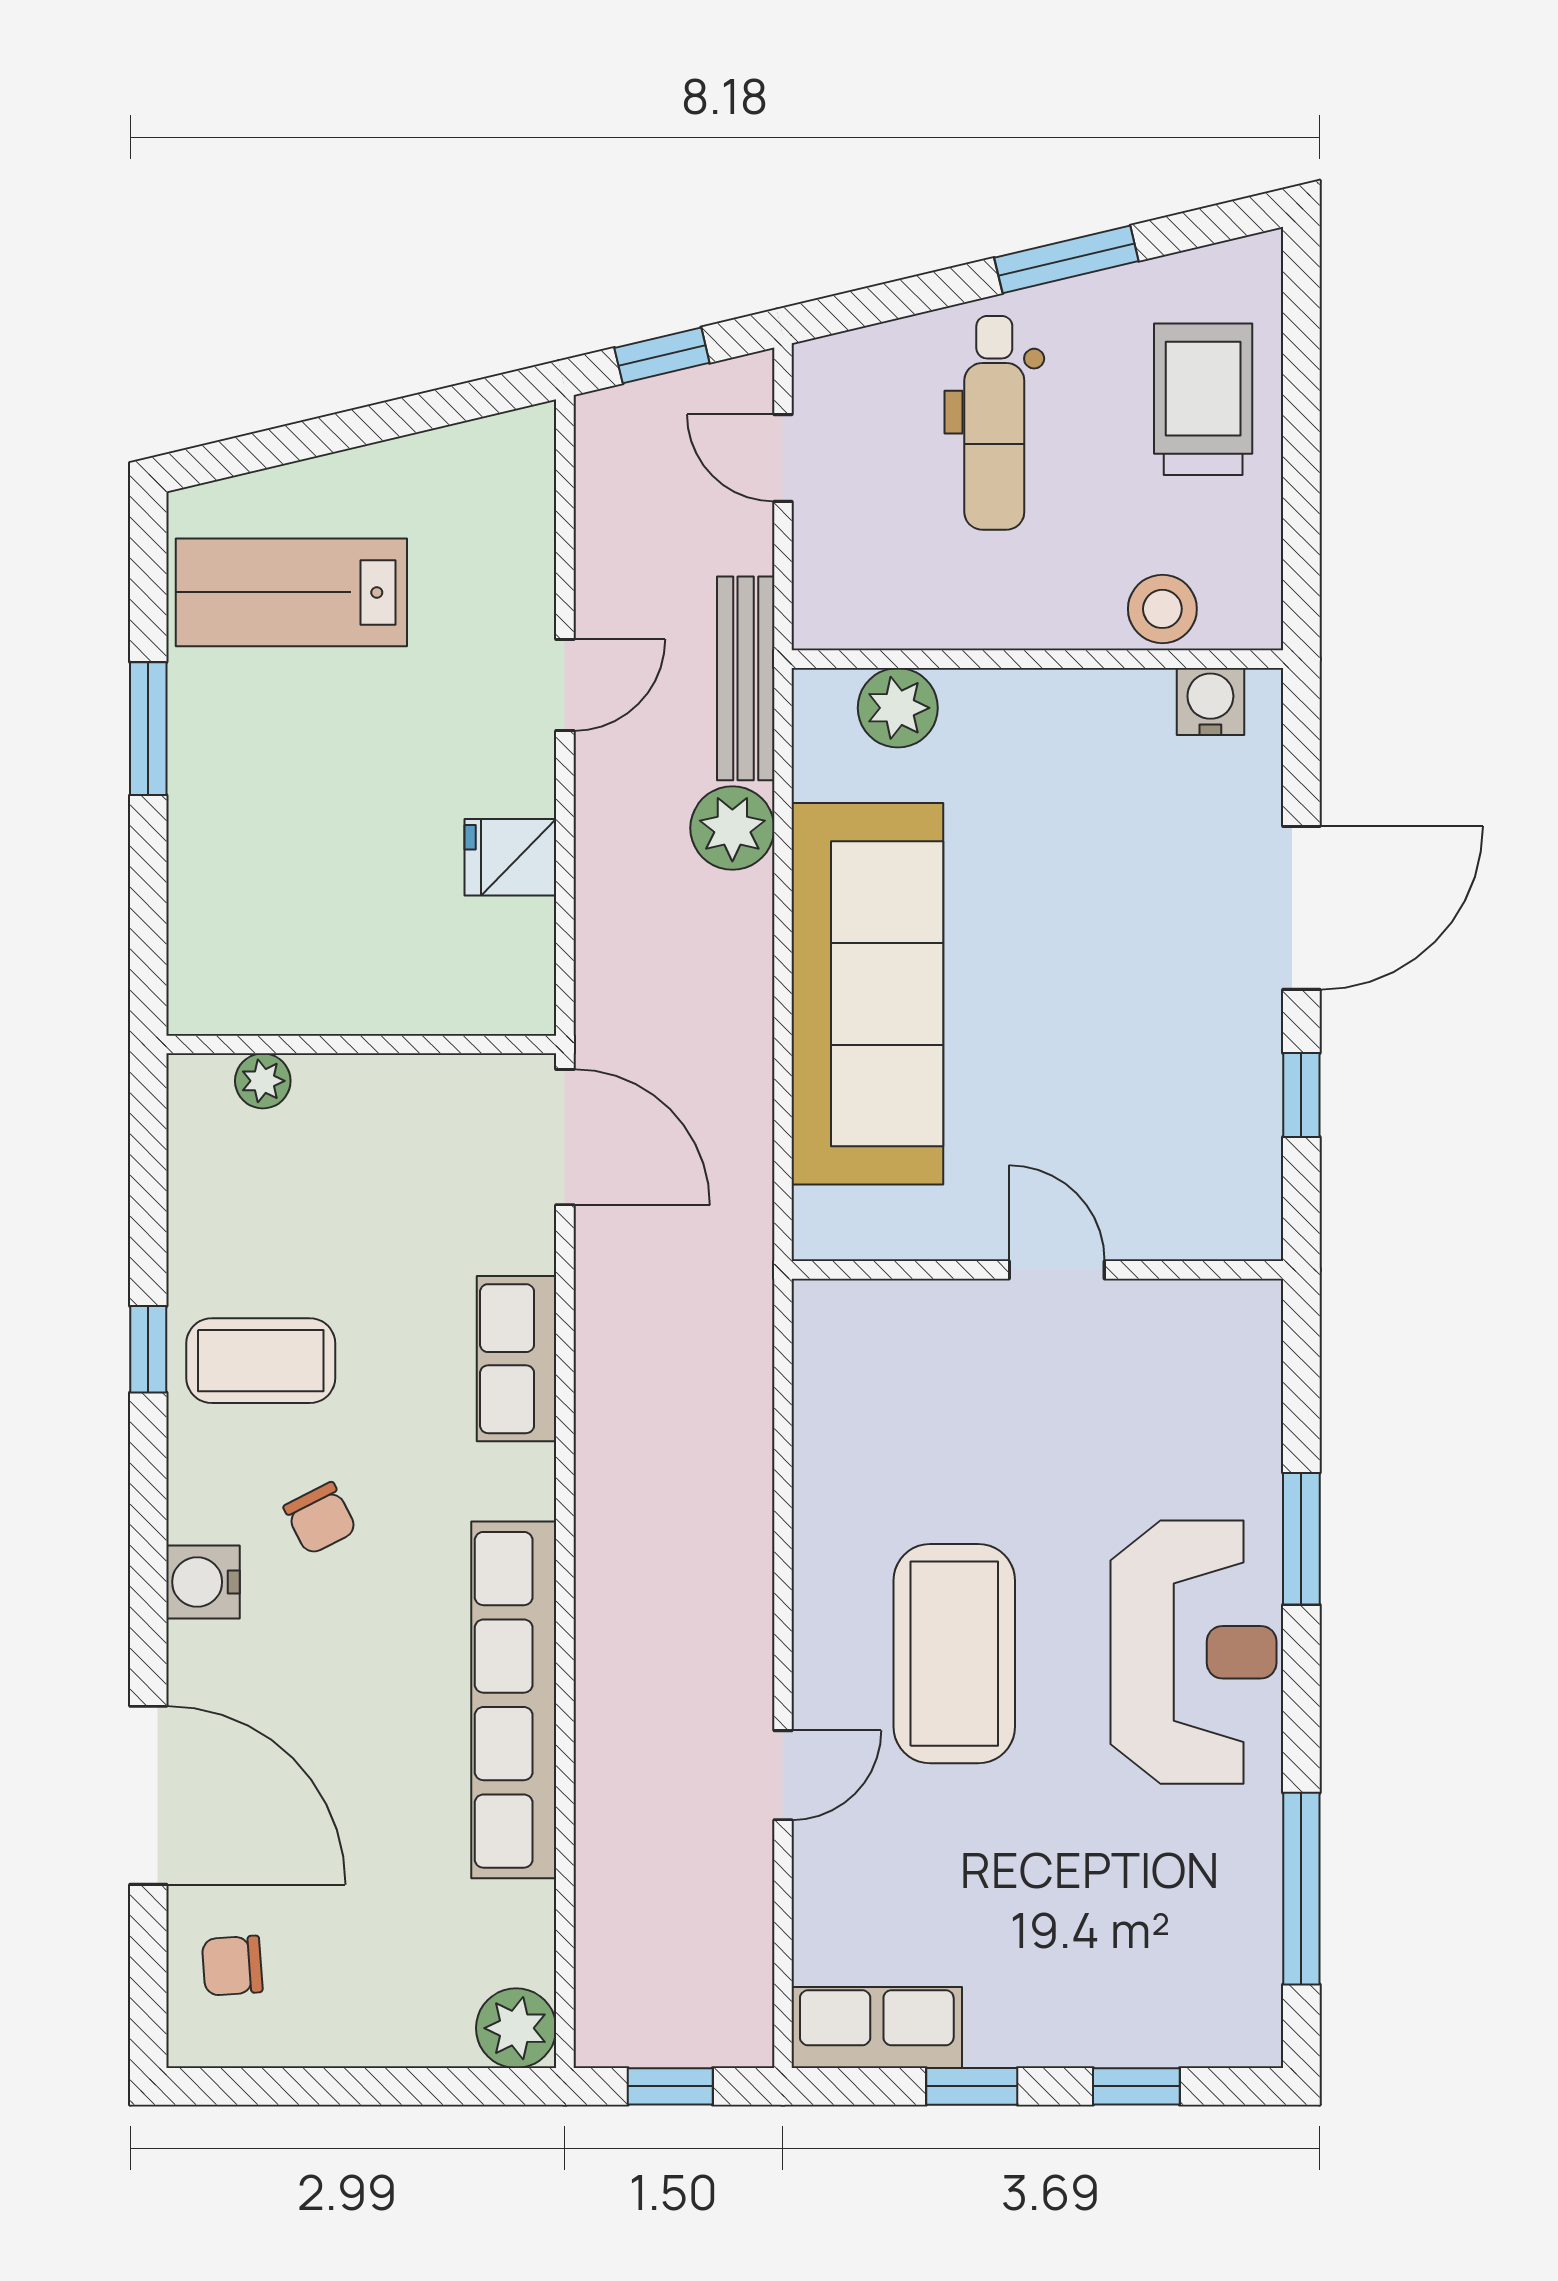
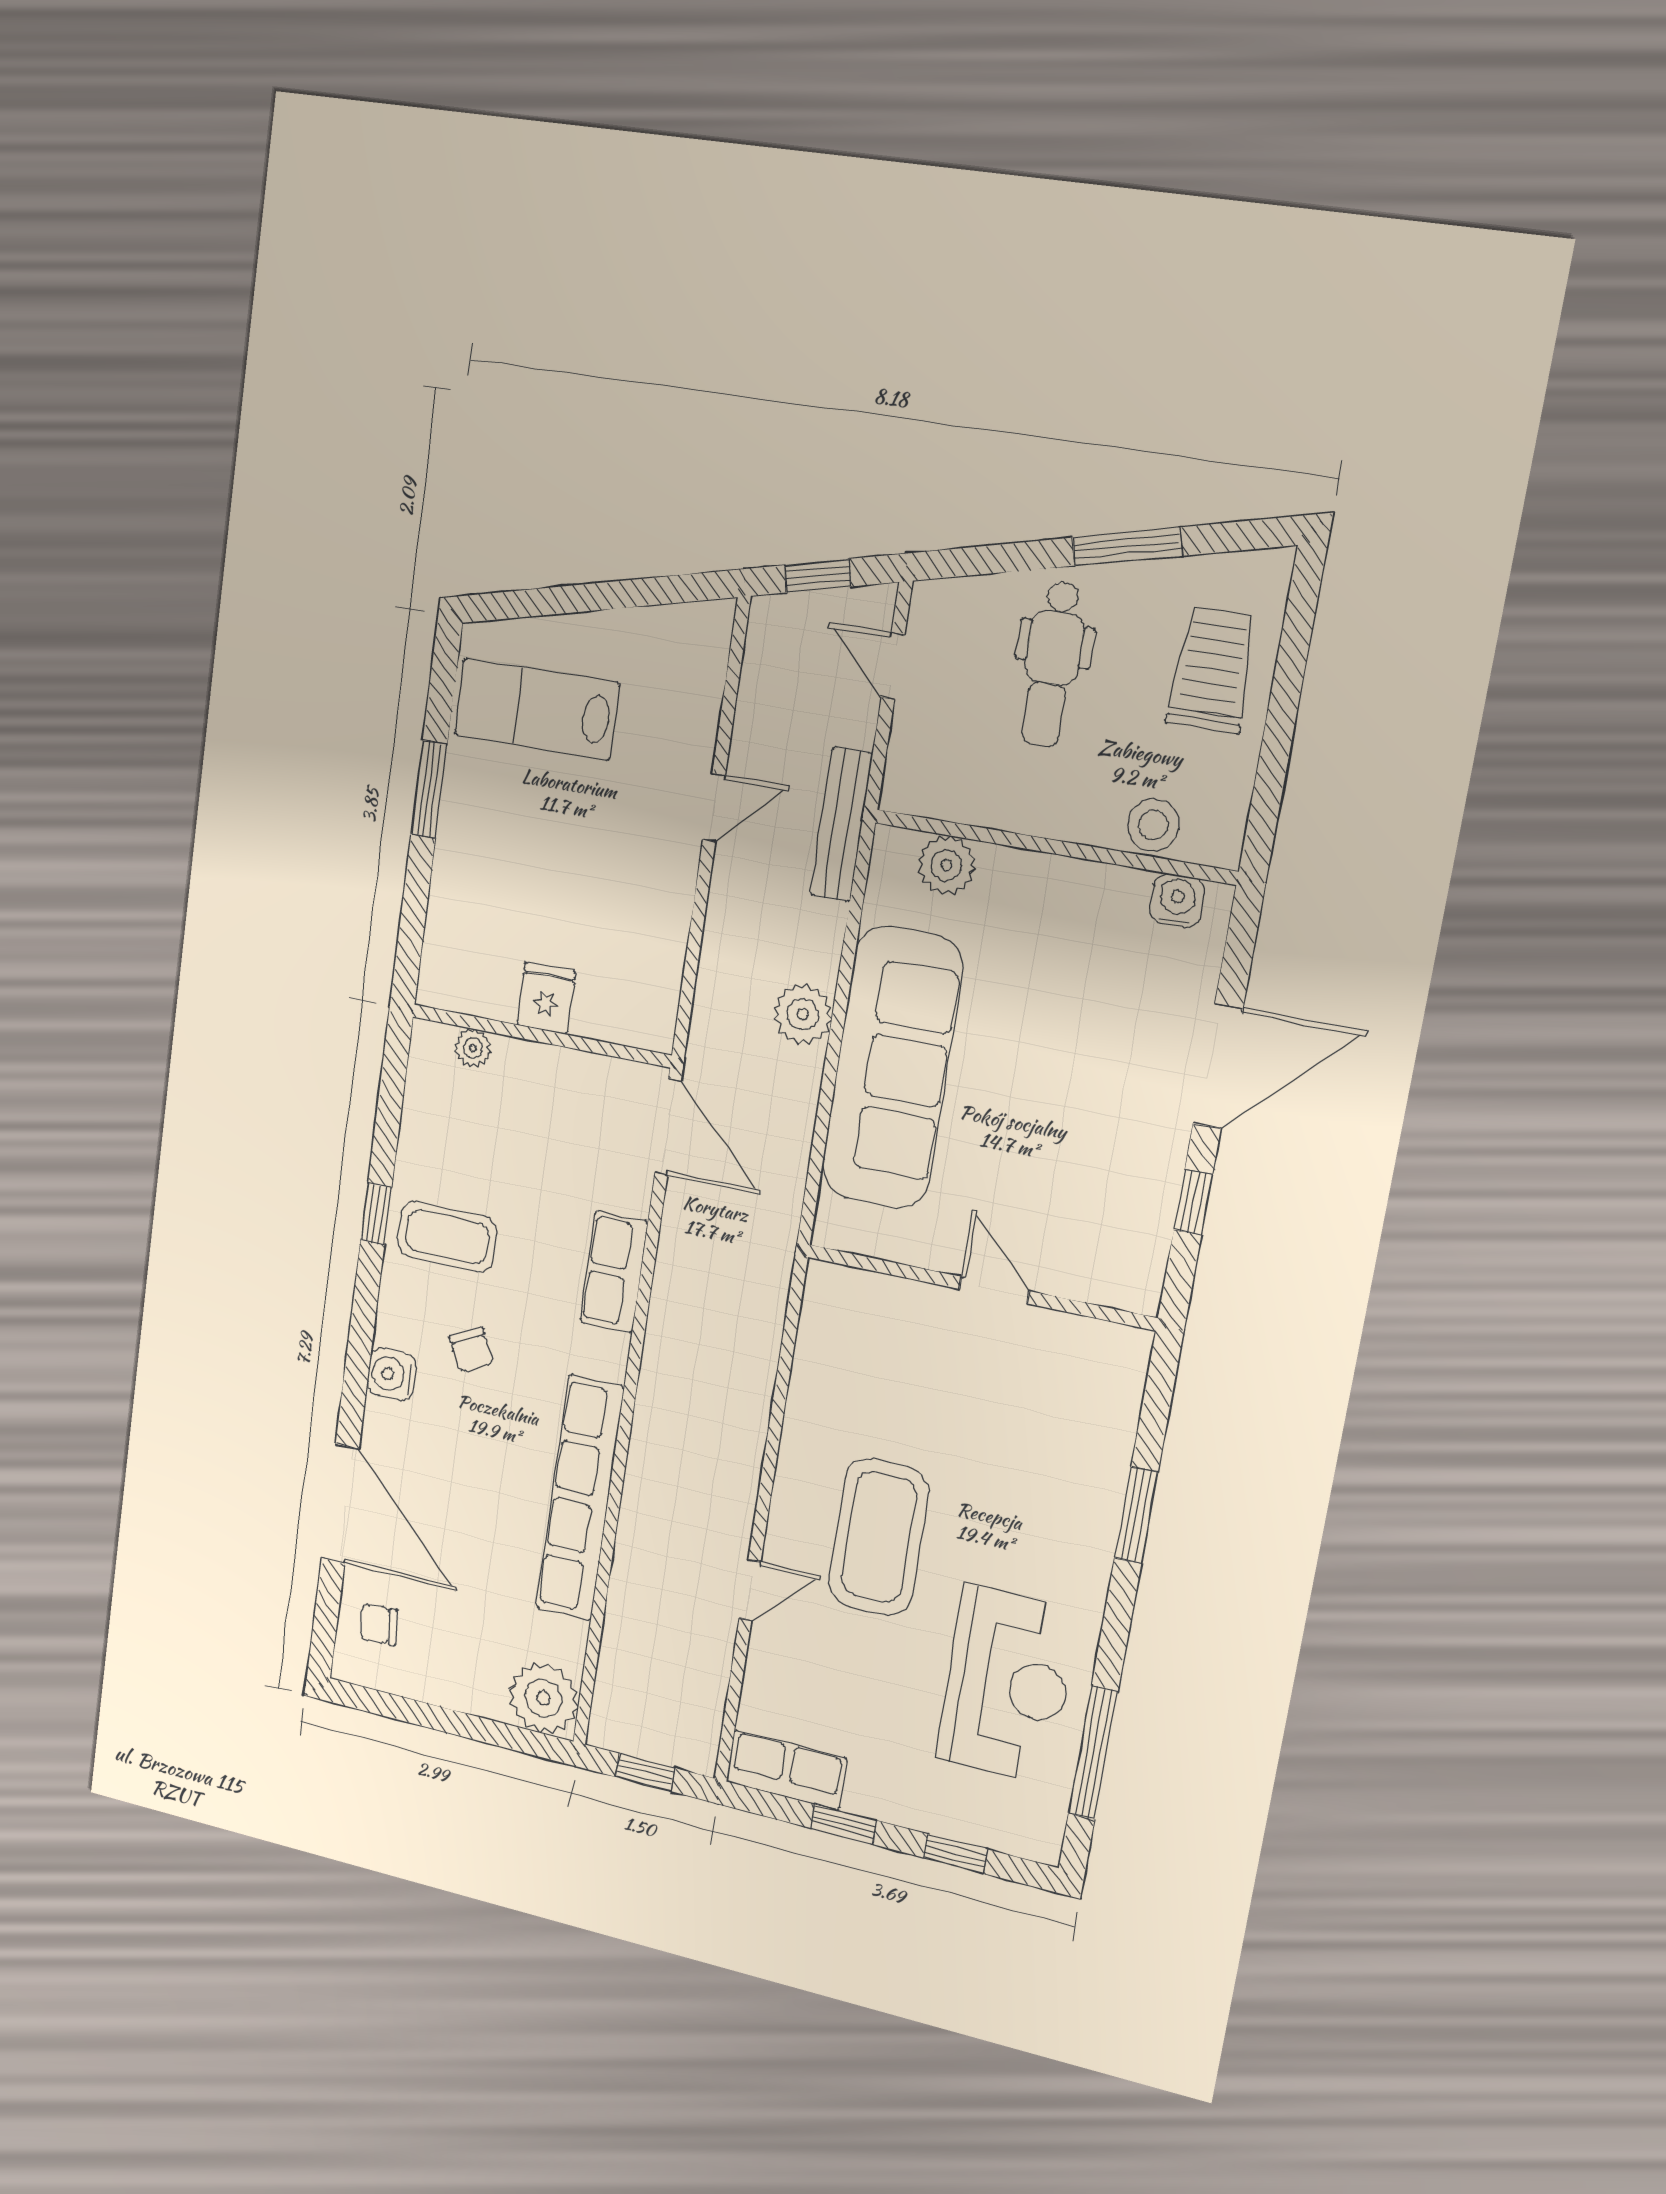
plant: (732, 828) -> (803, 1014), moved
fridge: (510, 857) -> (546, 998), moved, turned 90
reception desk: (1194, 1652) -> (1007, 1684), moved
plant: (516, 2028) -> (544, 1698), width x1.36, depth x1.36

